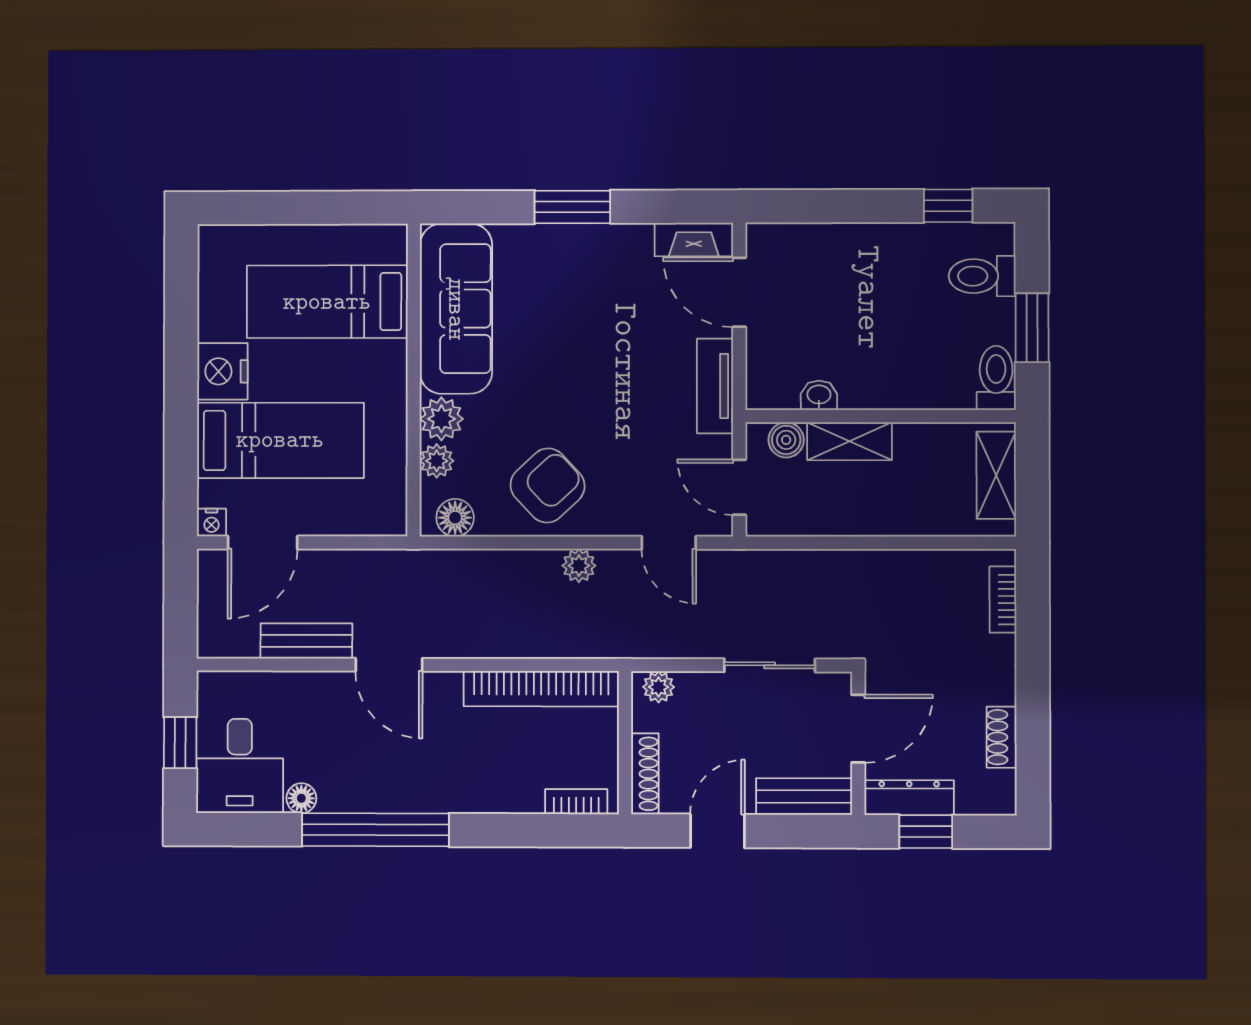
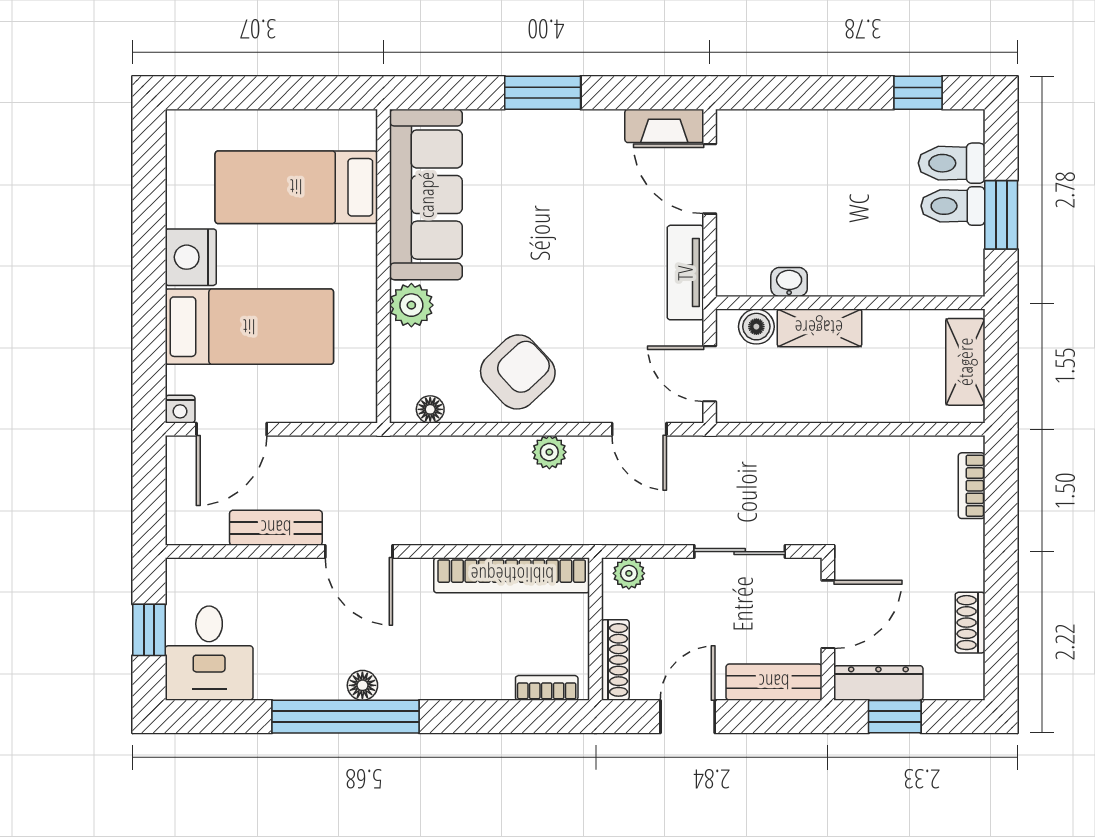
toilet: (996, 378) -> (953, 206), moved, turned -90
plant: (437, 461) -> (407, 347), removed
floor lamp: (455, 518) -> (430, 409), width x0.73, depth x0.73
floor lamp: (301, 798) -> (362, 685), moved

